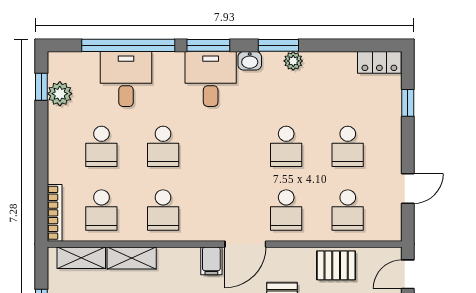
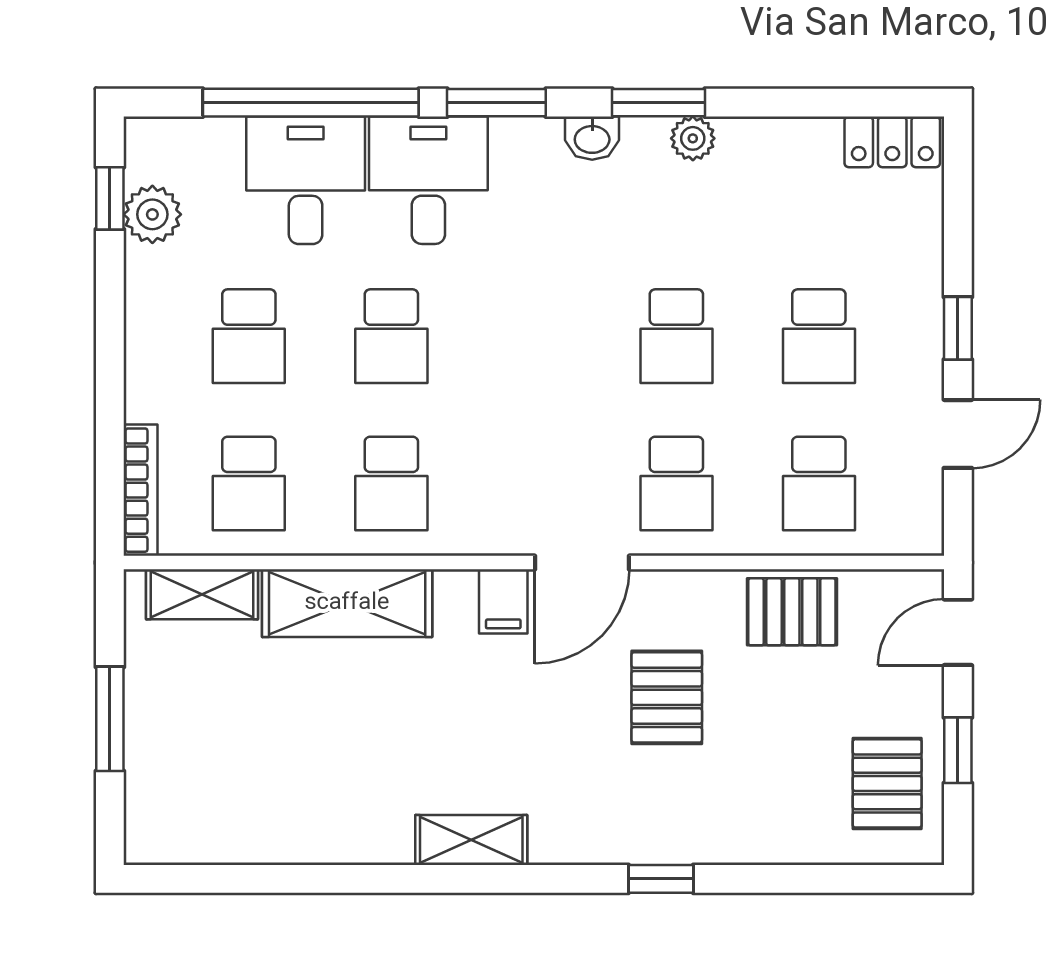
desk: (211, 79) -> (428, 180), moved
window: (408, 103) -> (958, 328), moved
shelving: (132, 258) -> (347, 603), width x1.50, depth x1.33

